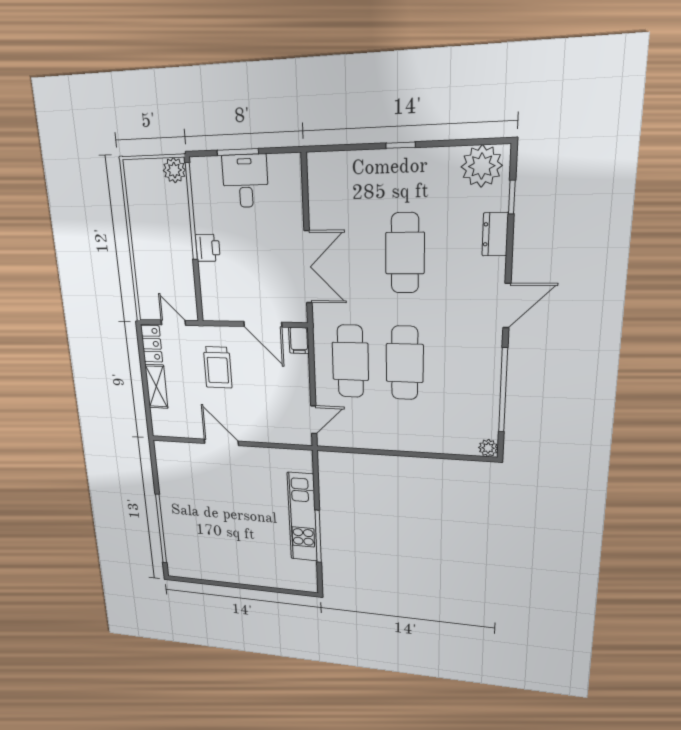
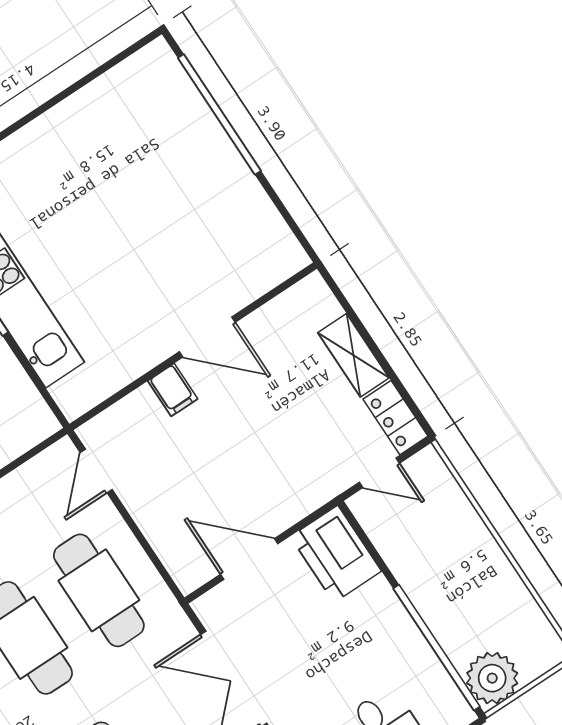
plant: (174, 170) -> (492, 678), width x1.36, depth x1.36
printer: (208, 248) -> (336, 554), moved, width x1.87, depth x1.48
filing cabinet: (299, 340) -> (173, 390), moved, turned 180
trolley: (218, 367) -> (278, 451), removed

